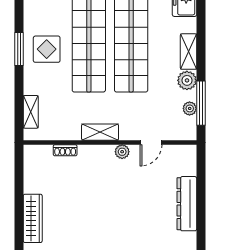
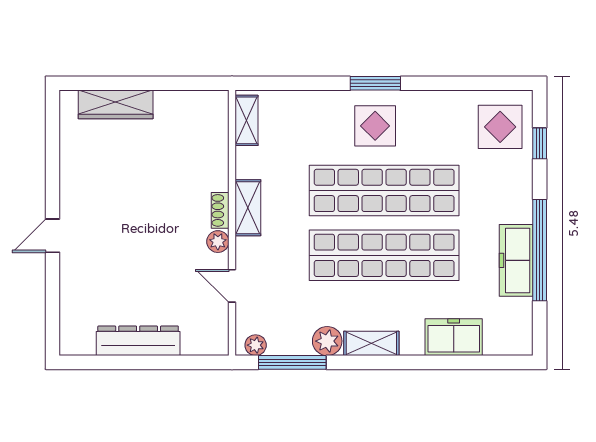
plant: (190, 108) -> (256, 345), moved
shelving: (31, 112) -> (247, 120), moved, turned 90
shoe rack: (65, 150) -> (220, 210), moved

